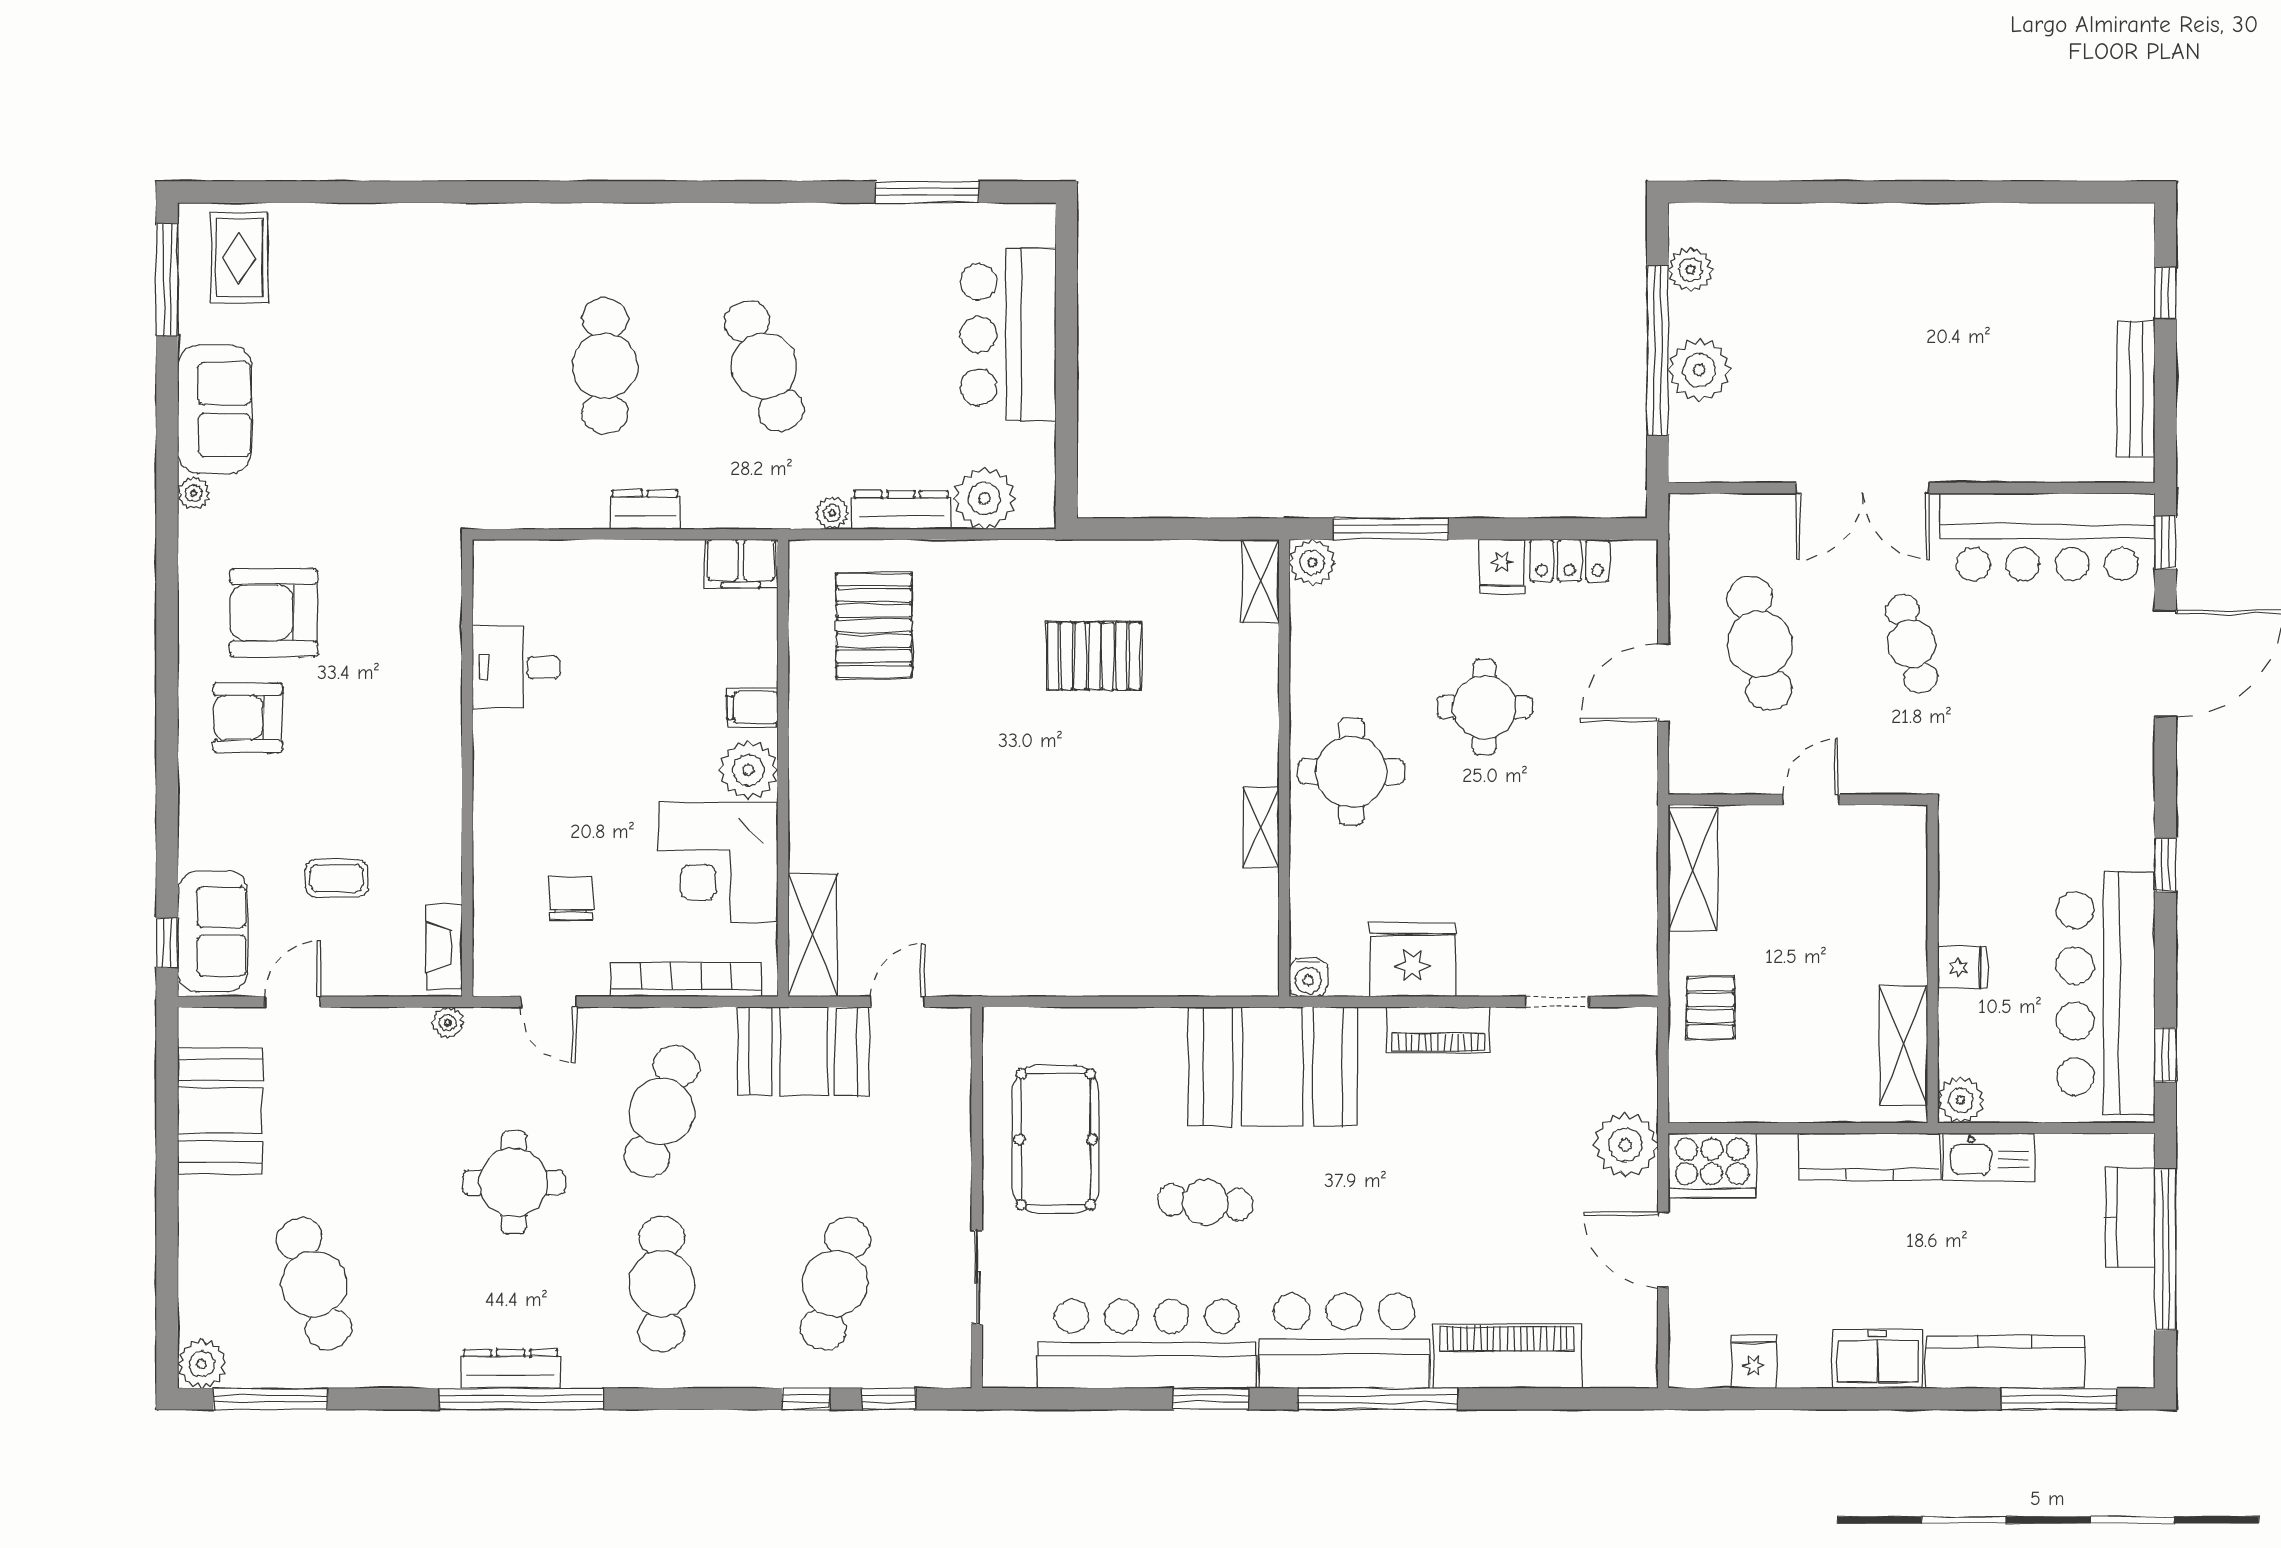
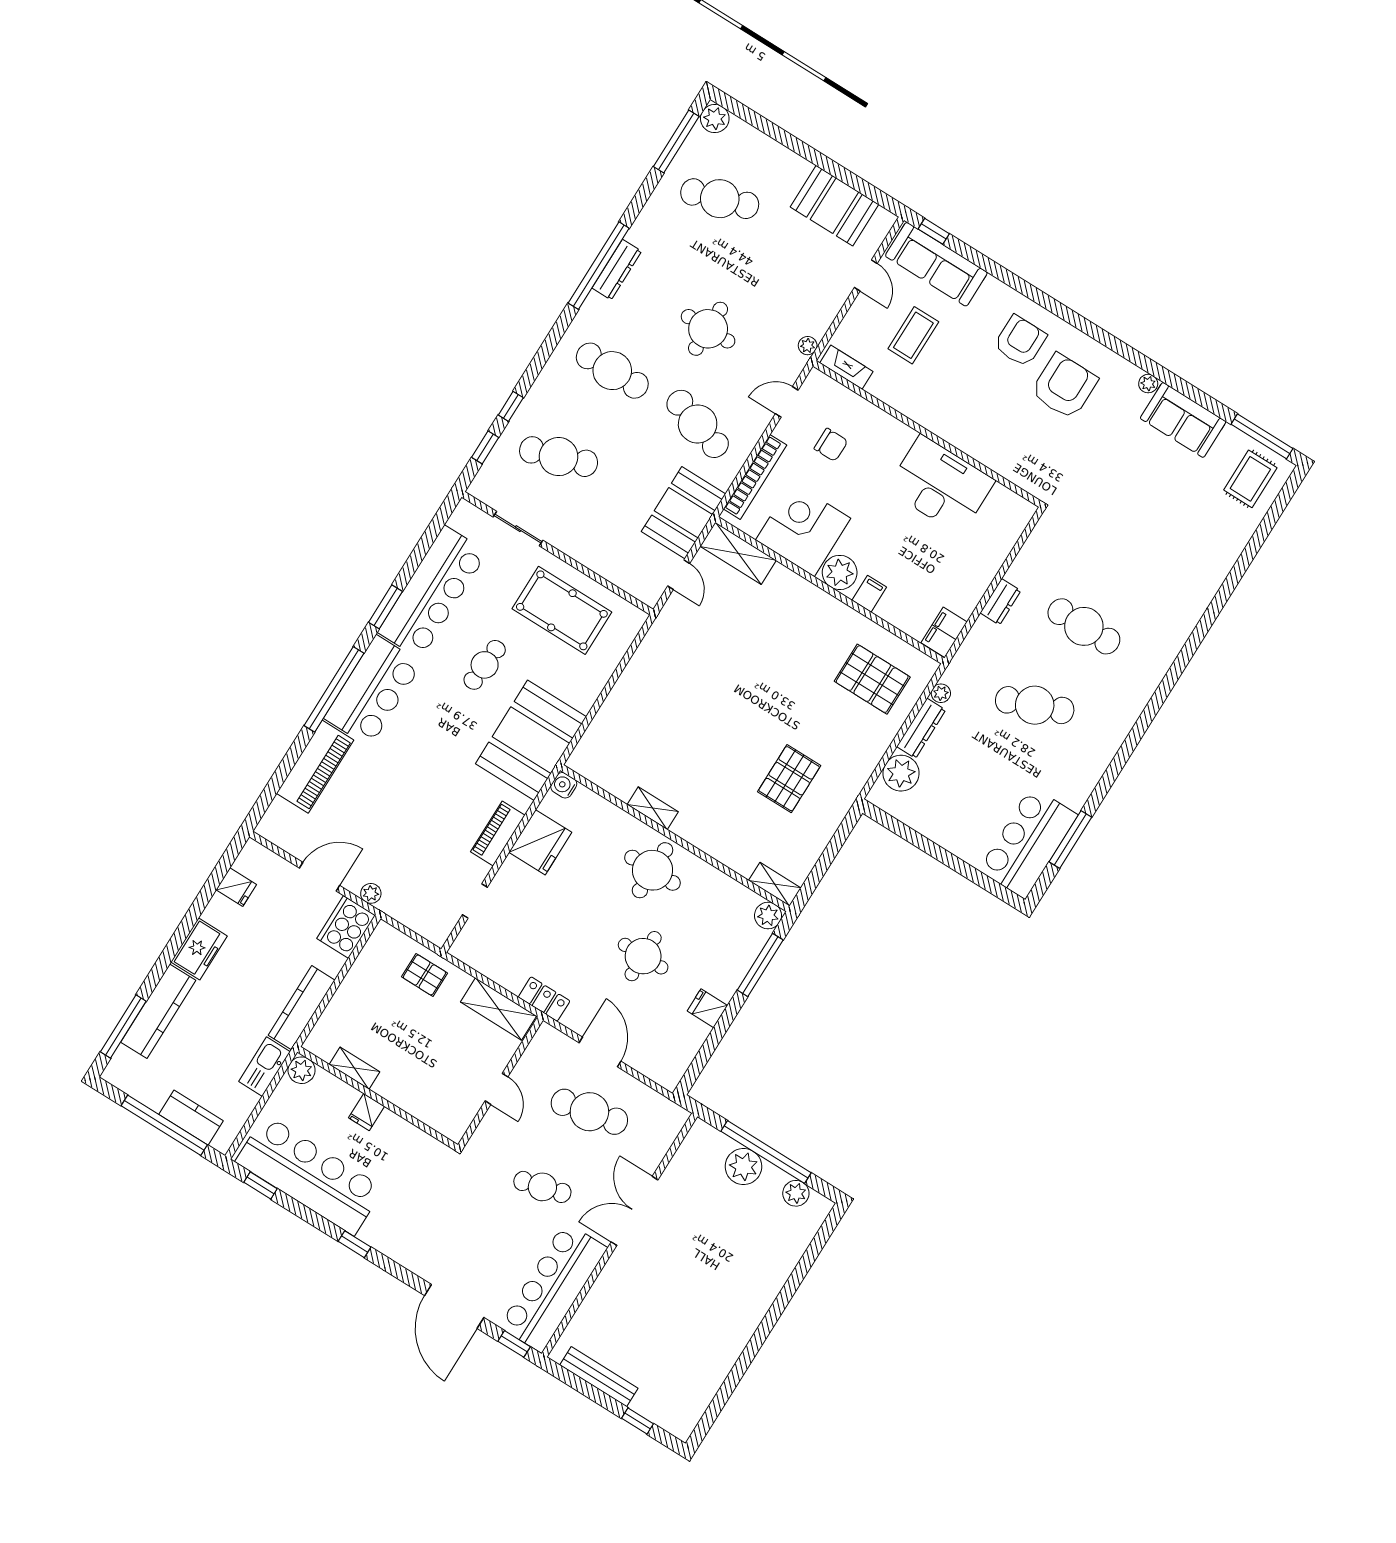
rug: (239, 258) -> (1250, 479), turned 90
bar counter: (1008, 335) -> (1028, 843), moved, turned -90
locker: (1570, 560) -> (544, 999), moved, turned 90
desk: (516, 667) -> (941, 485), width x1.87, depth x1.30
coffee table: (337, 878) -> (913, 335), width x1.36, depth x1.30
sofa: (213, 931) -> (936, 264), width x1.36
shelving: (1903, 1045) -> (354, 1068), width x0.67, depth x0.75
plant: (1626, 1145) -> (371, 893), width x0.53, depth x0.53
cafe table: (835, 1284) -> (559, 457), turned -33

